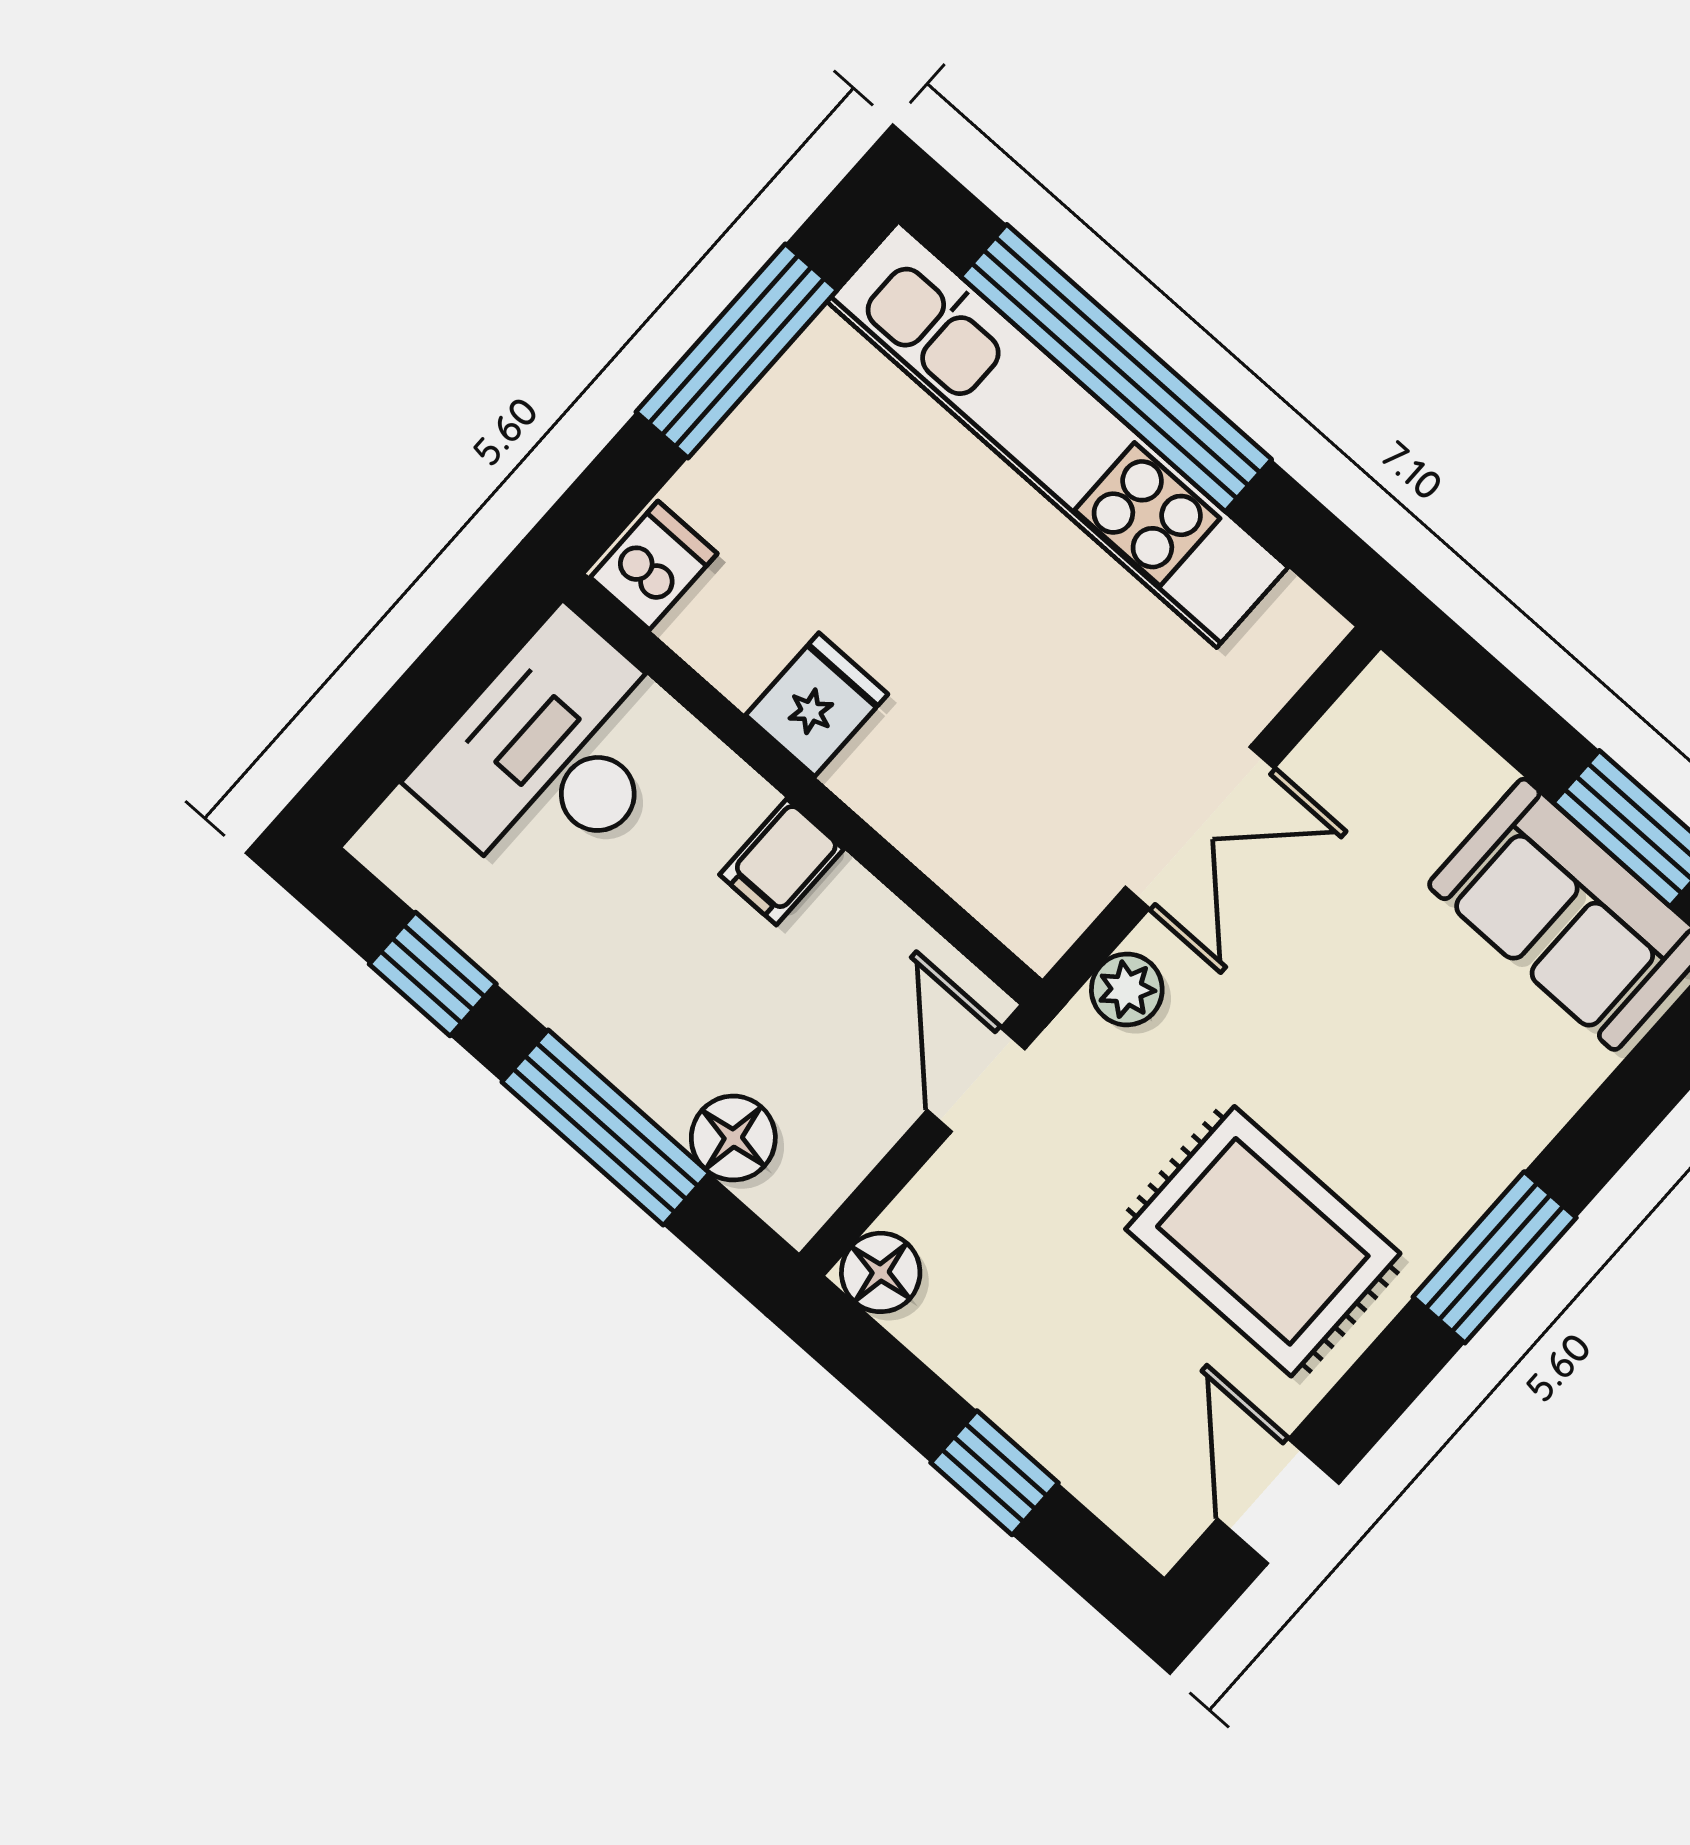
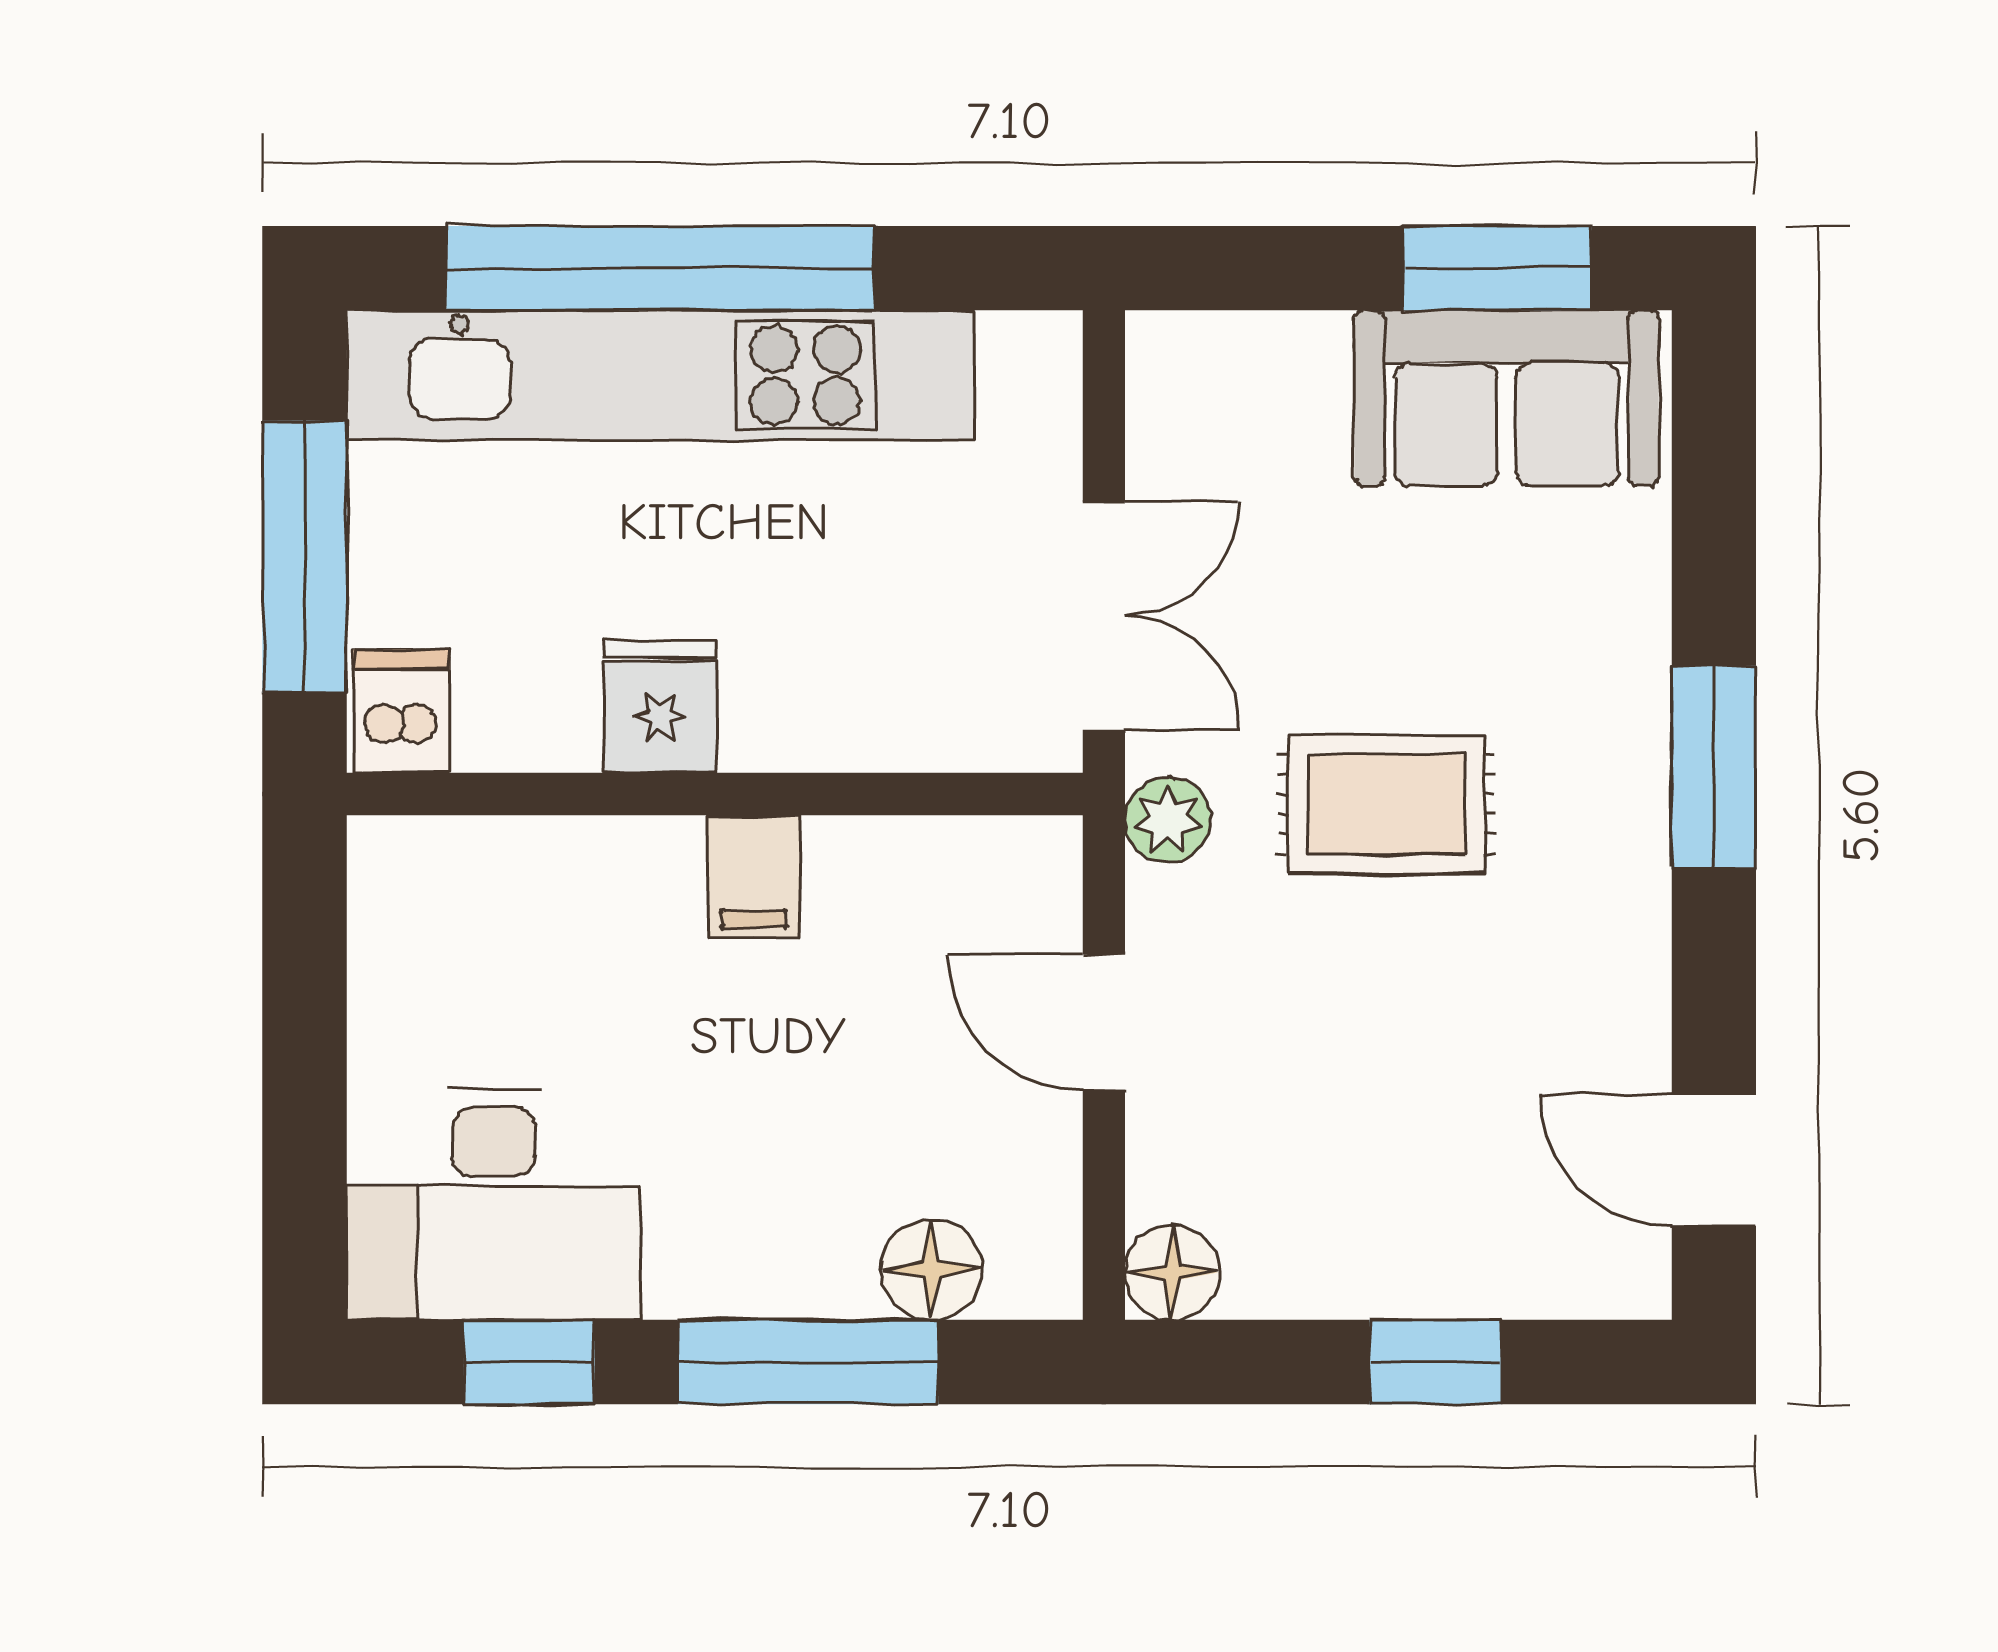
dishwasher: (654, 565) -> (401, 711), moved
fridge: (817, 705) -> (660, 706), moved
desk: (553, 754) -> (494, 1204), moved, turned -90
wall: (802, 789) -> (715, 794), moved
filing cabinet: (782, 862) -> (754, 876), moved
rug: (1263, 1241) -> (1386, 804), moved, width x0.73, depth x0.70

